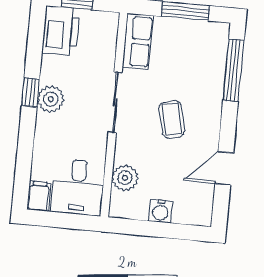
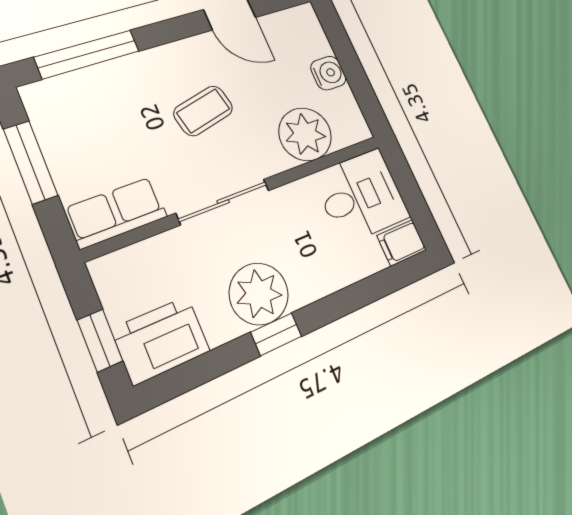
plant: (51, 99) -> (259, 294), width x1.36, depth x1.36
plant: (125, 178) -> (305, 134), width x1.36, depth x1.36

